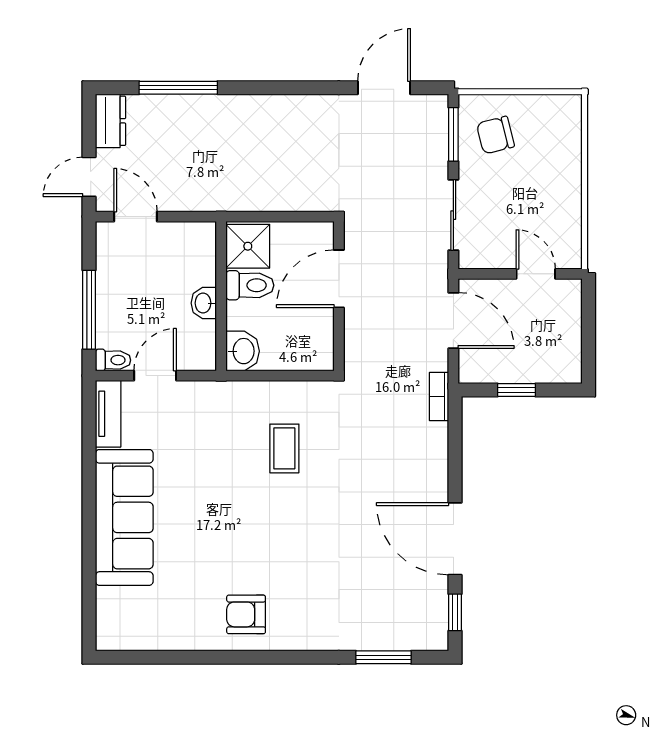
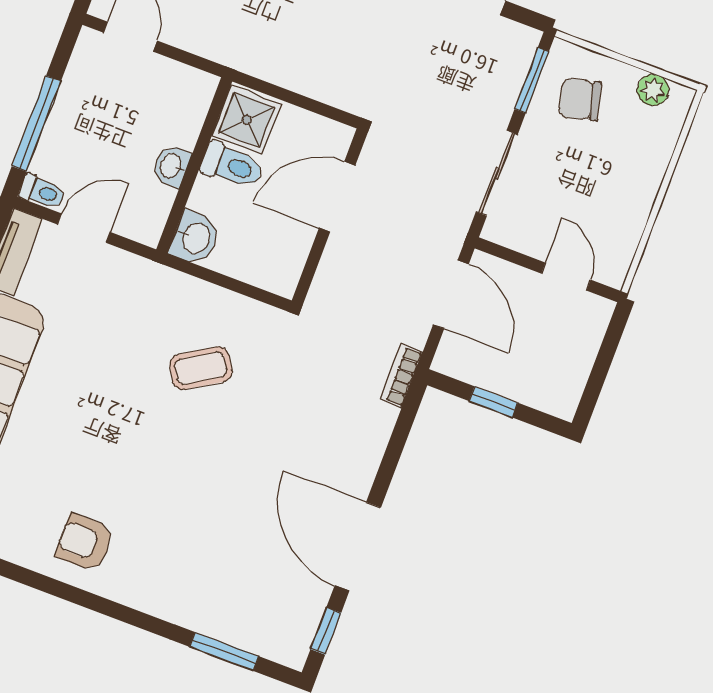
plant: (548, 107) -> (653, 90), added
coffee table: (284, 448) -> (201, 368), turned 58

